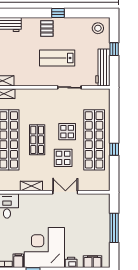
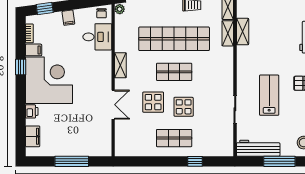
window: (114, 49) -> (279, 161), width x2.17
shop shelf: (94, 140) -> (174, 138), width x0.50, depth x0.74
window: (114, 149) -> (195, 161), moved

